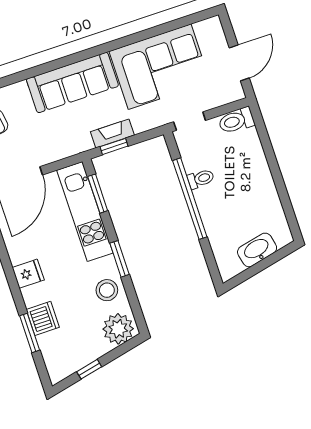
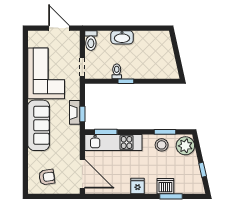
window: (190, 199) -> (126, 81), width x0.32
washbasin: (257, 250) -> (122, 37), moved, turned -77
window: (119, 259) -> (165, 132), moved

